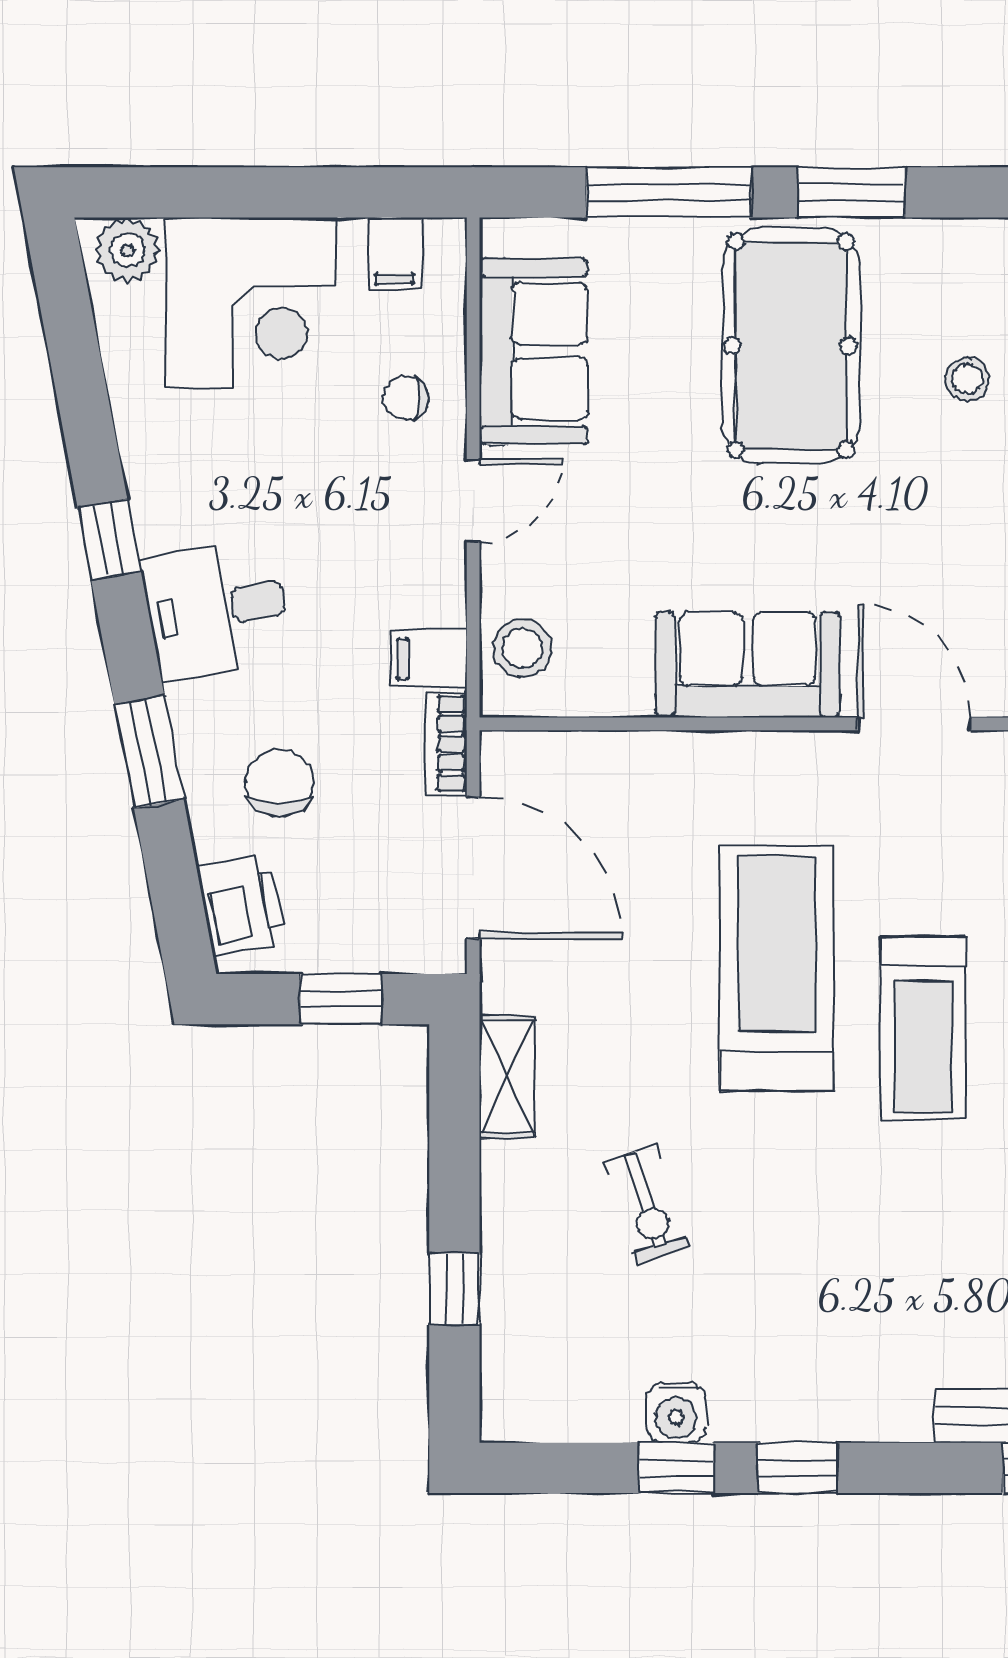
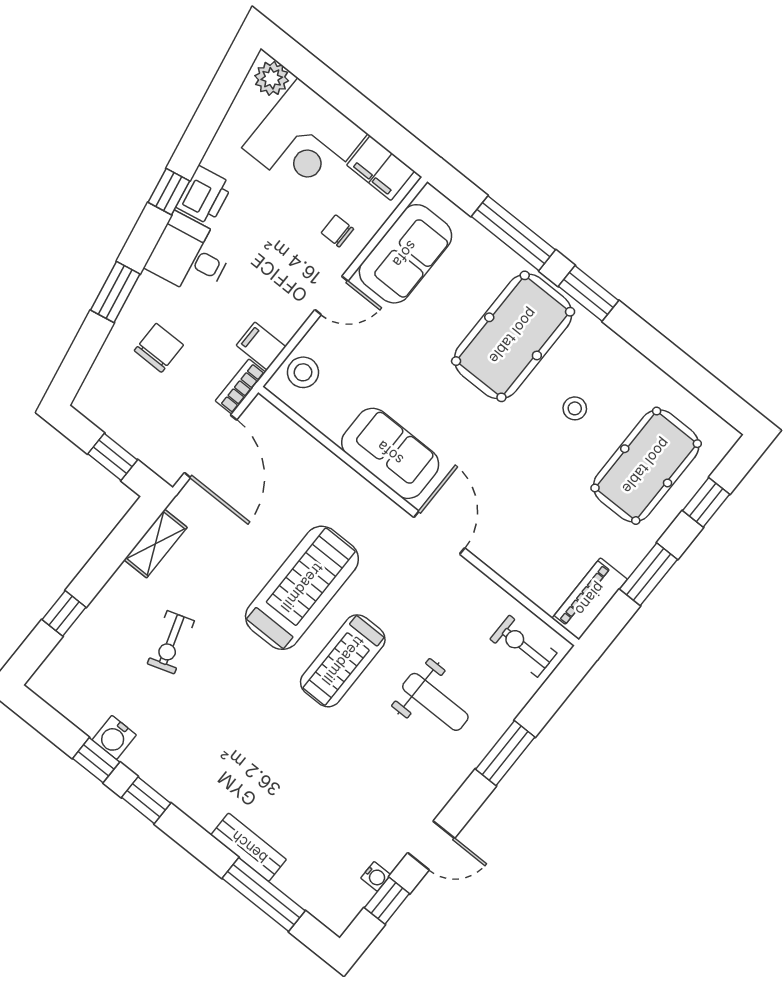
filing cabinet: (395, 254) -> (381, 168), width x2.00
printer: (242, 905) -> (204, 195), moved

